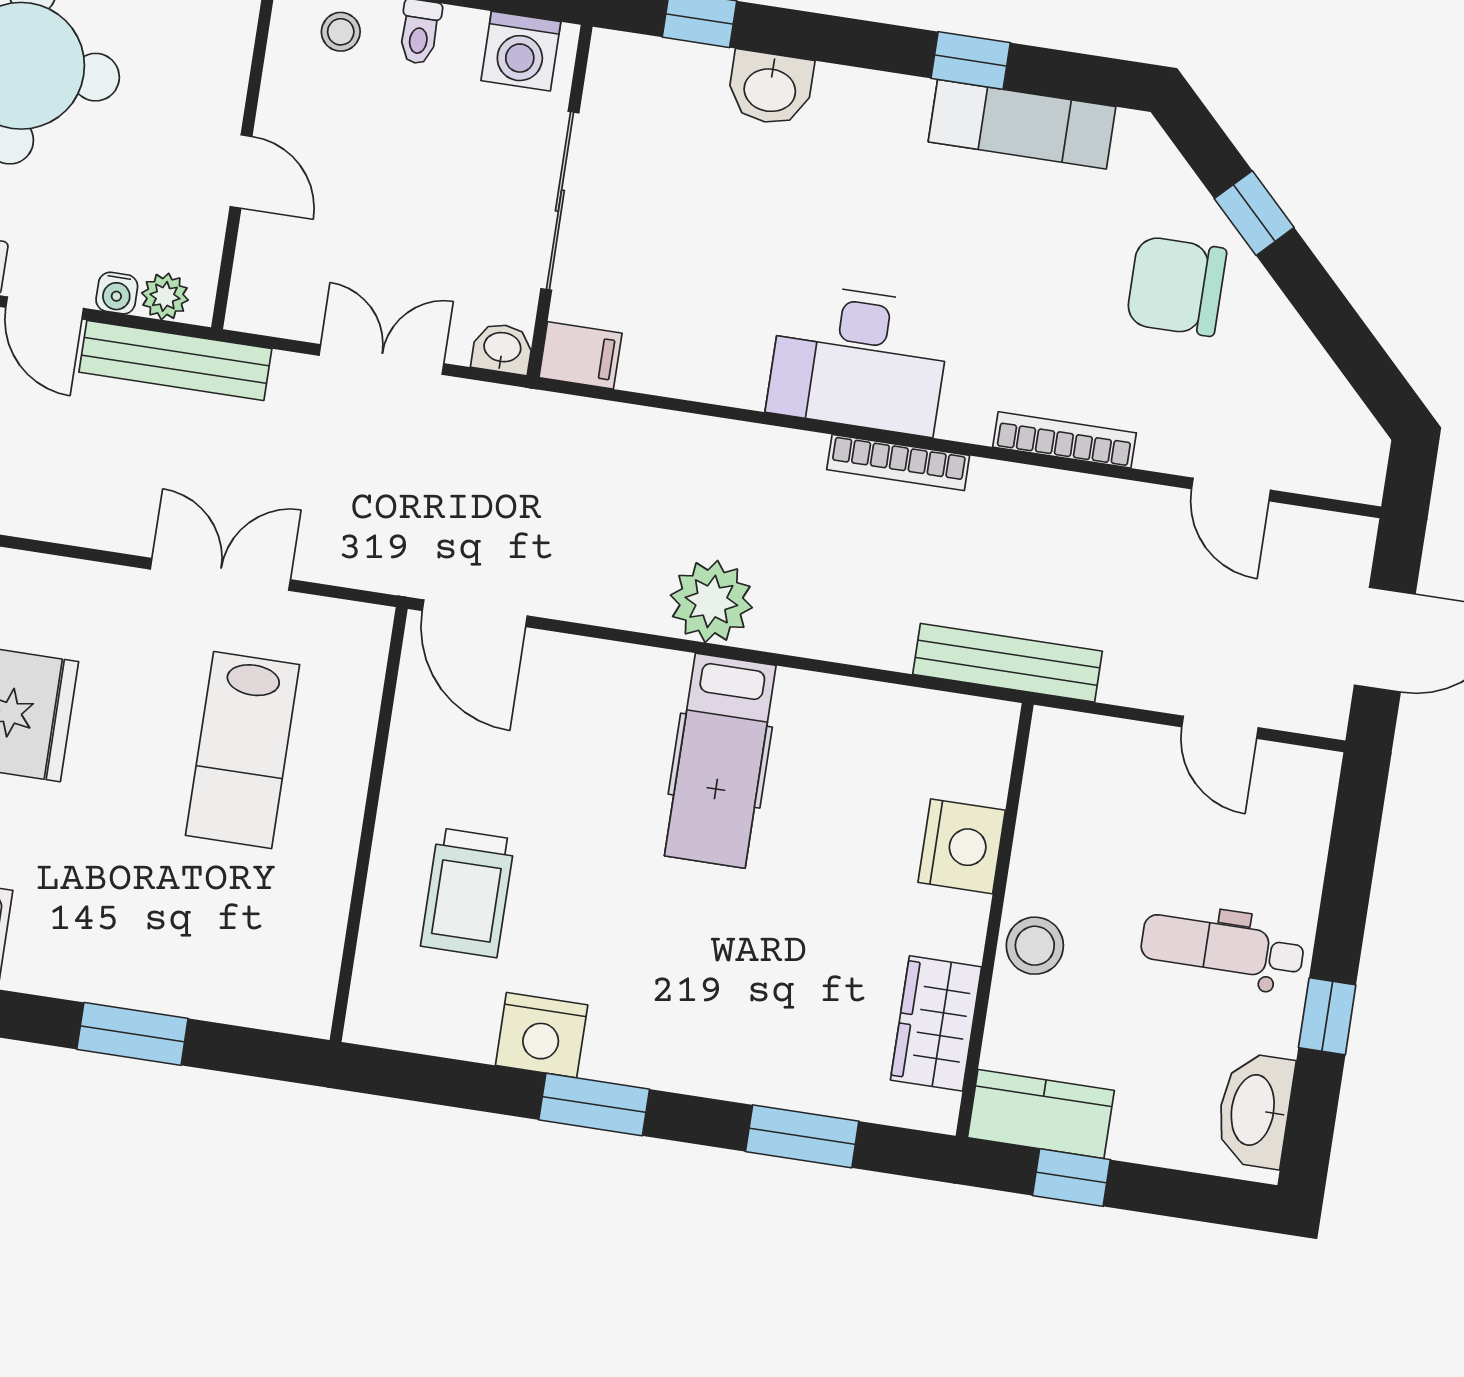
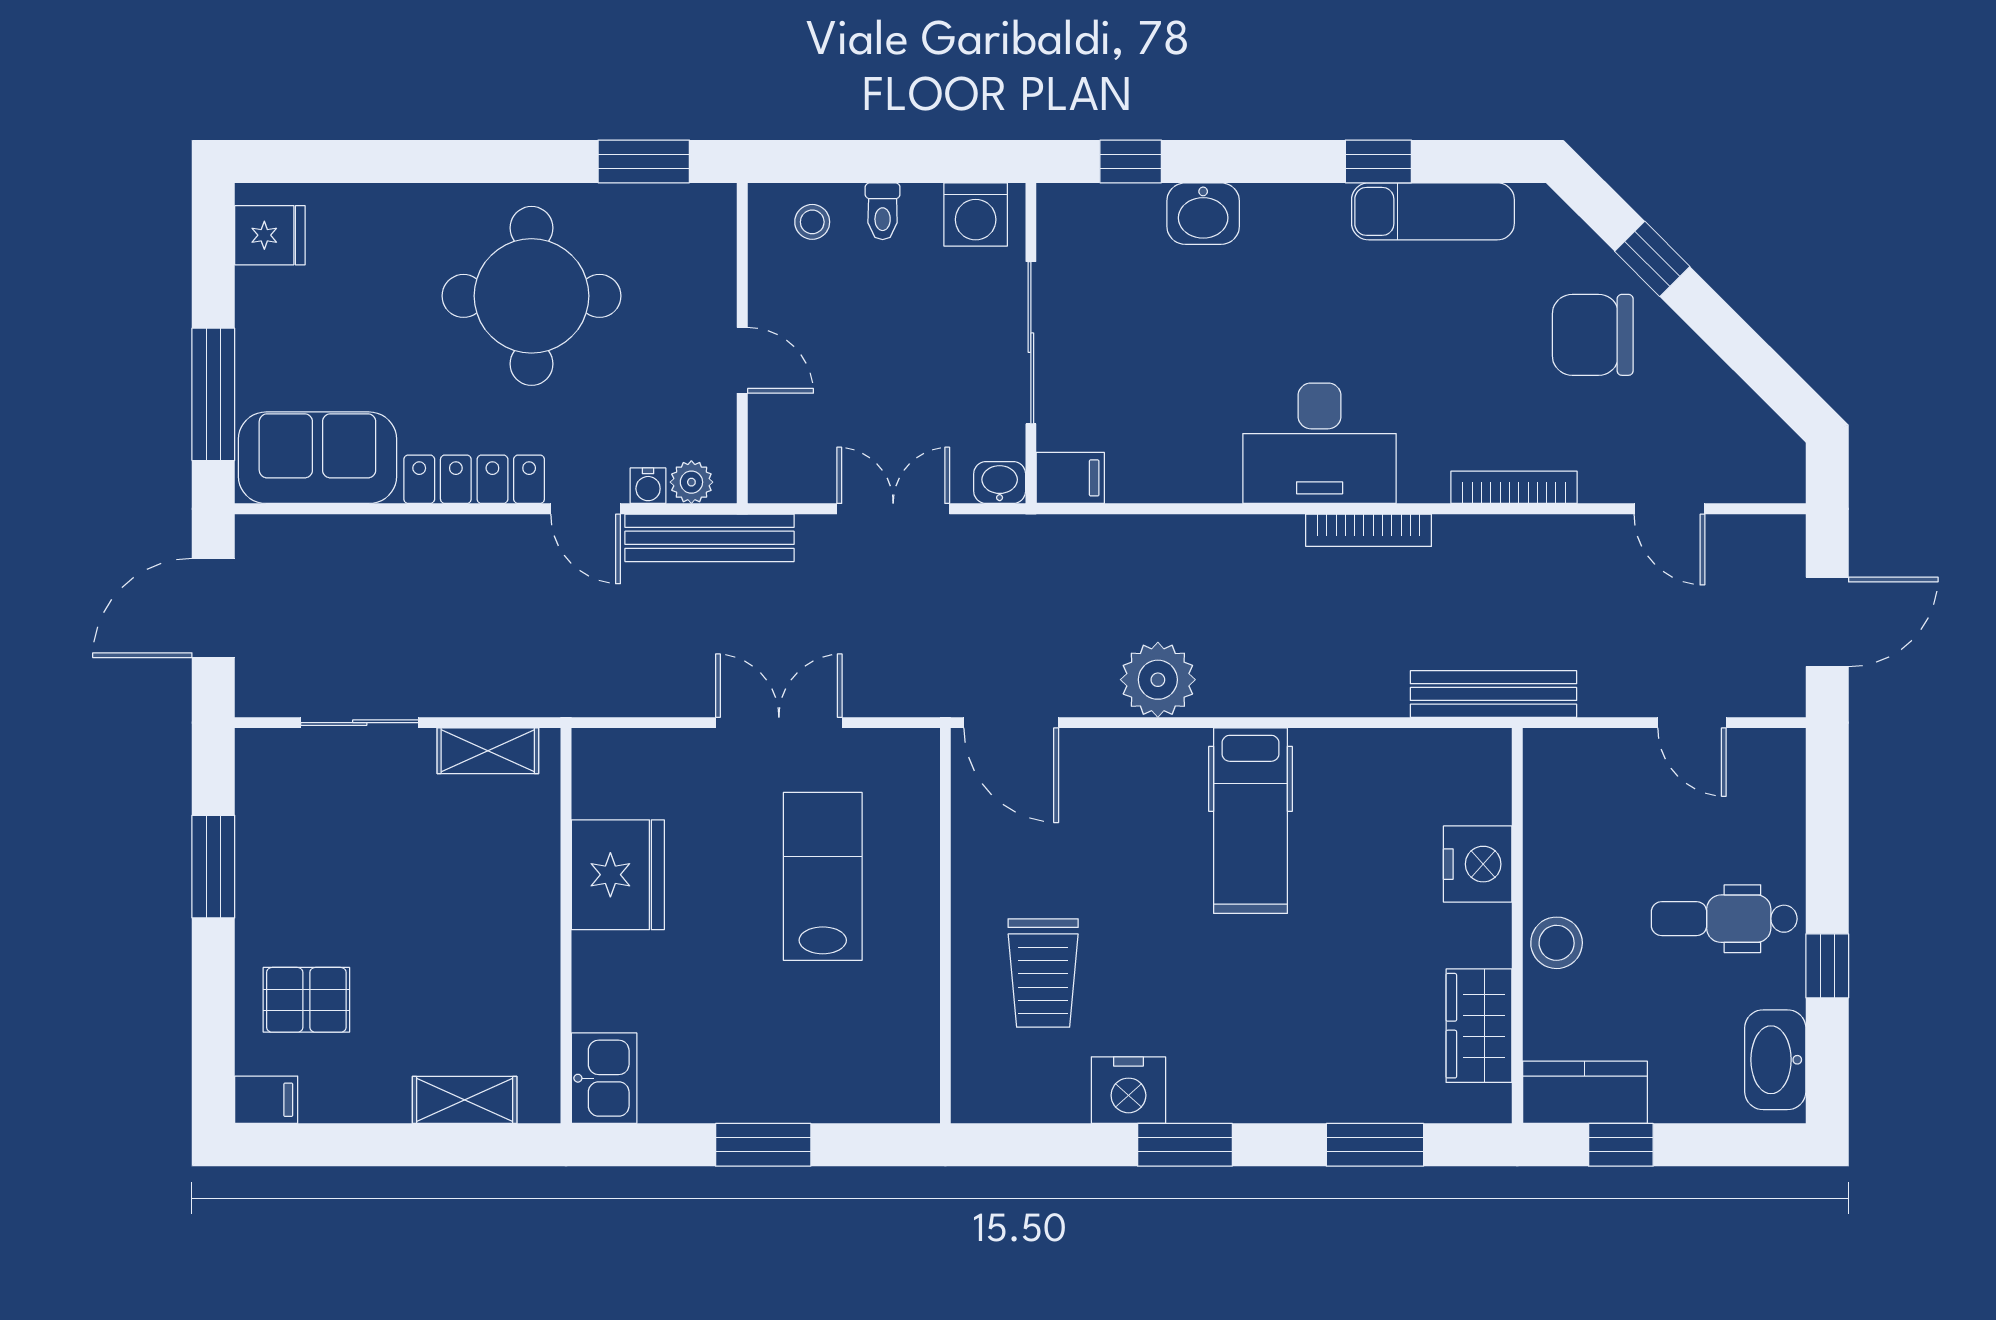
plant: (711, 601) -> (1158, 680), moved
lab bench: (243, 750) -> (823, 876), turned 180

